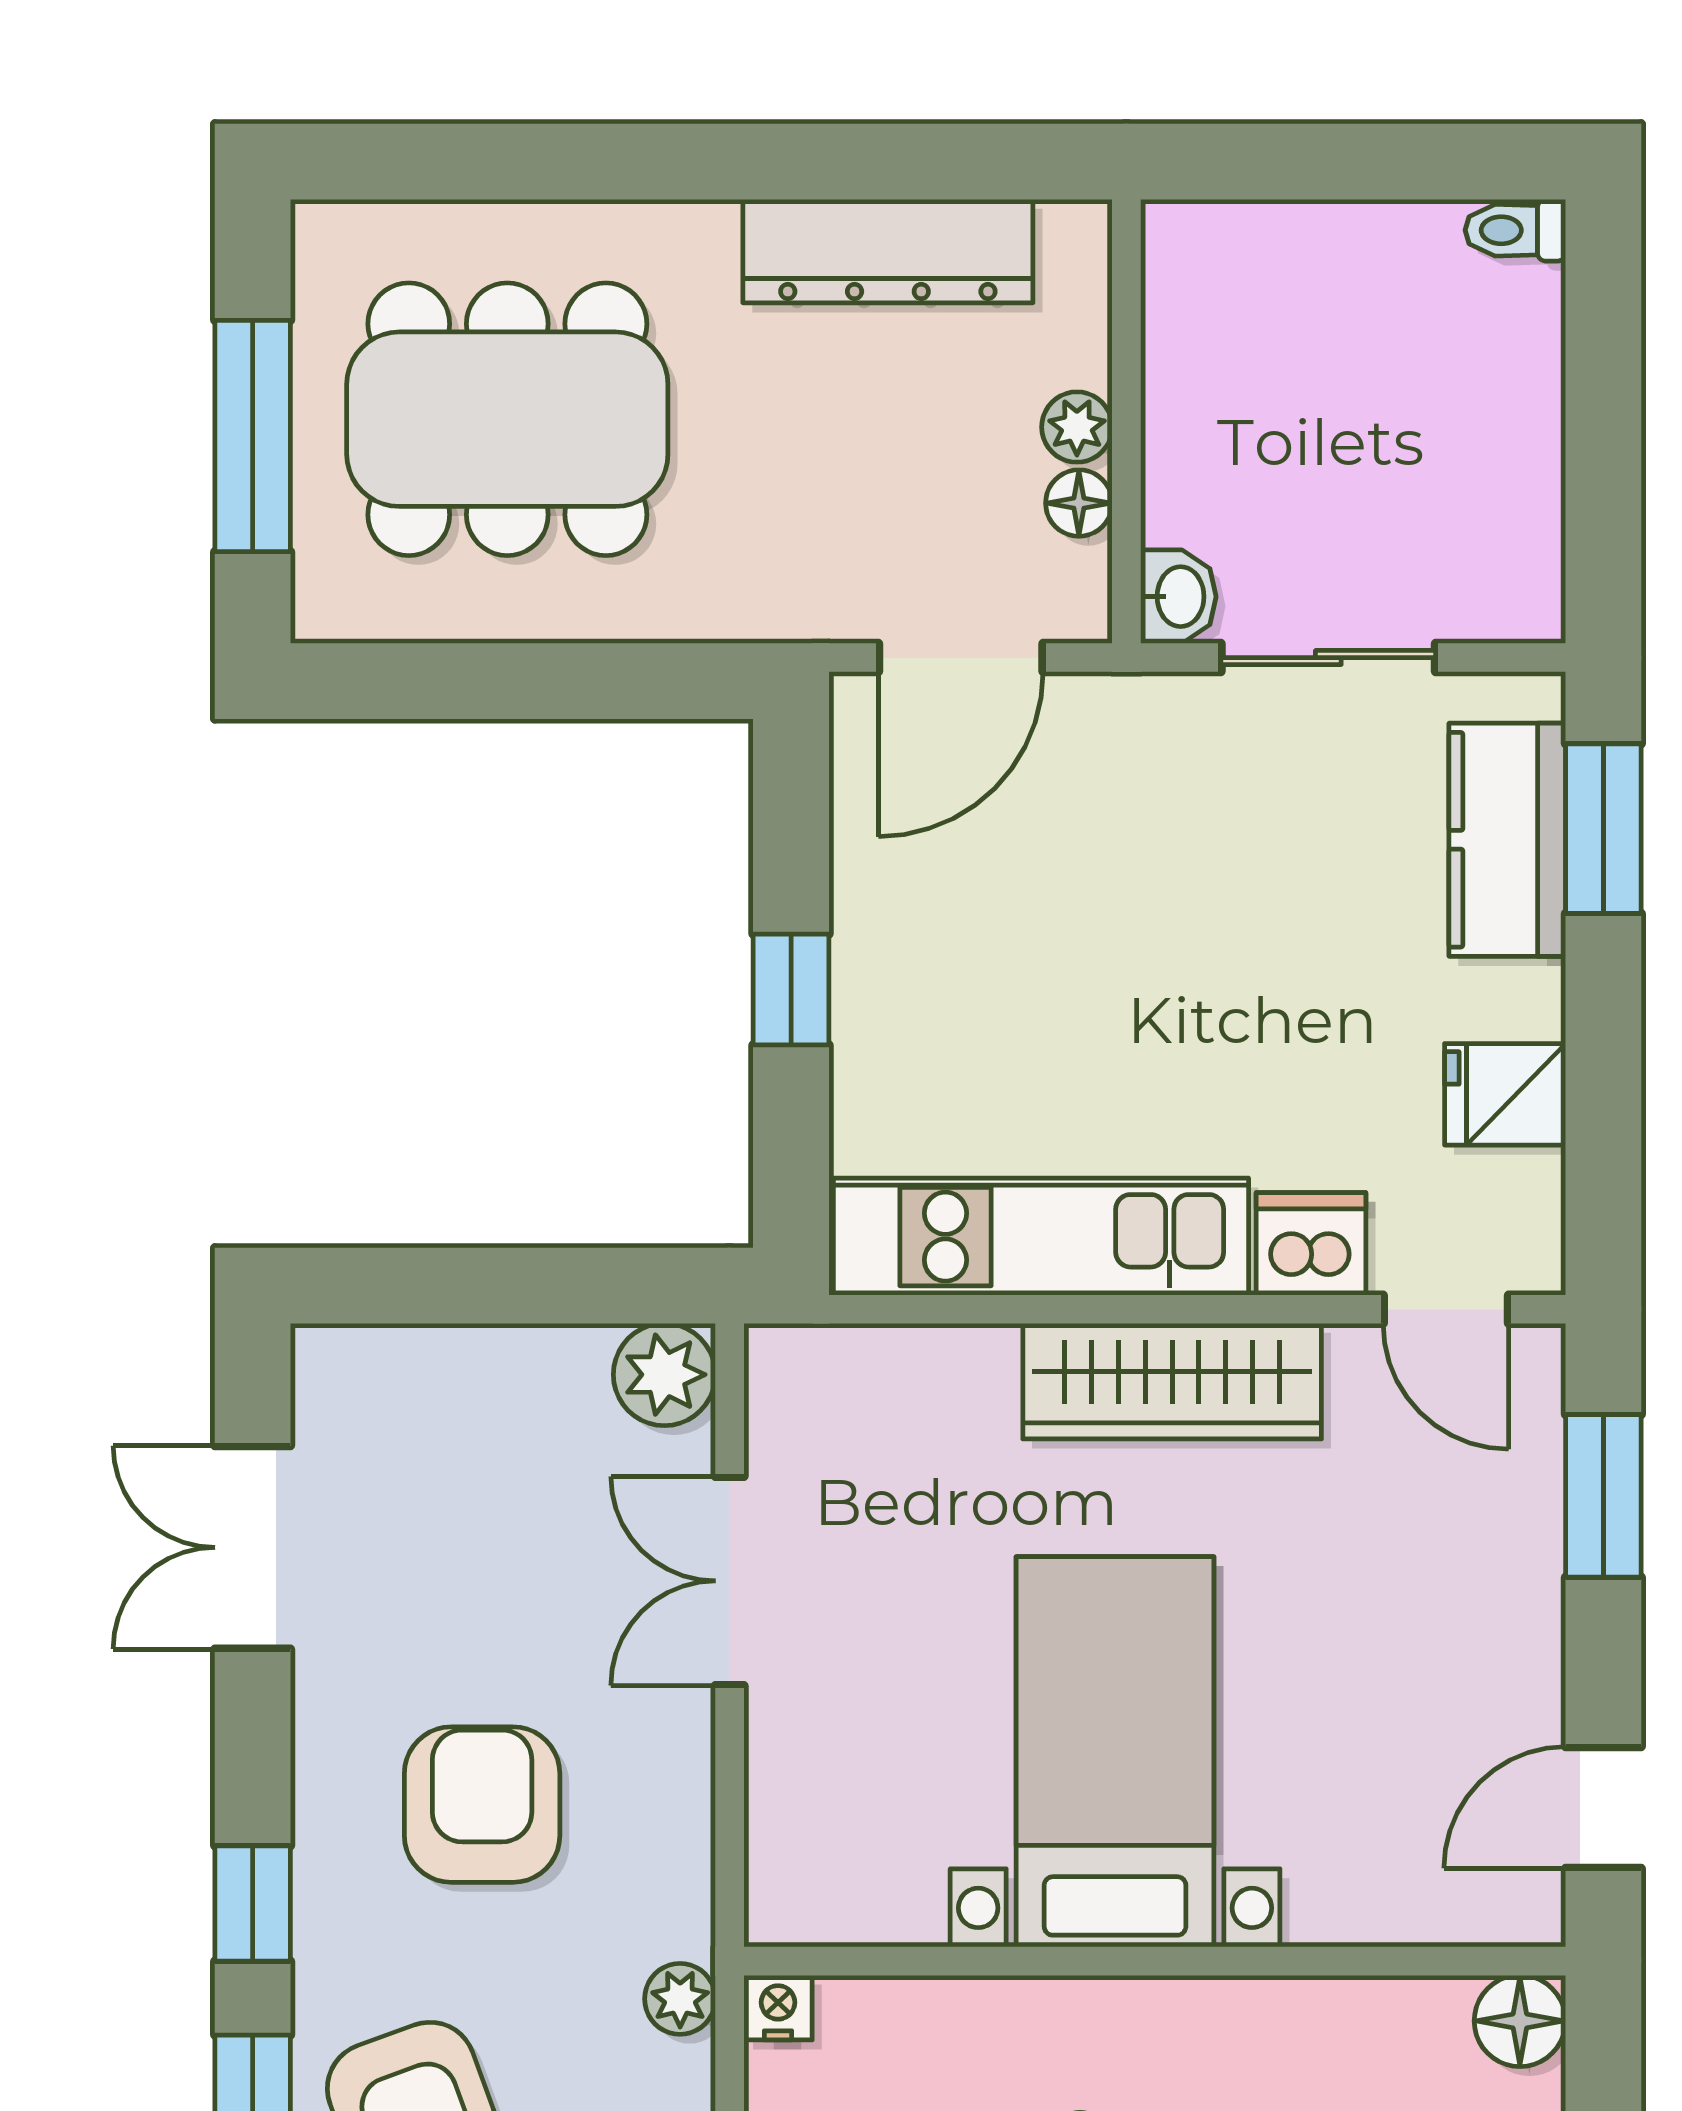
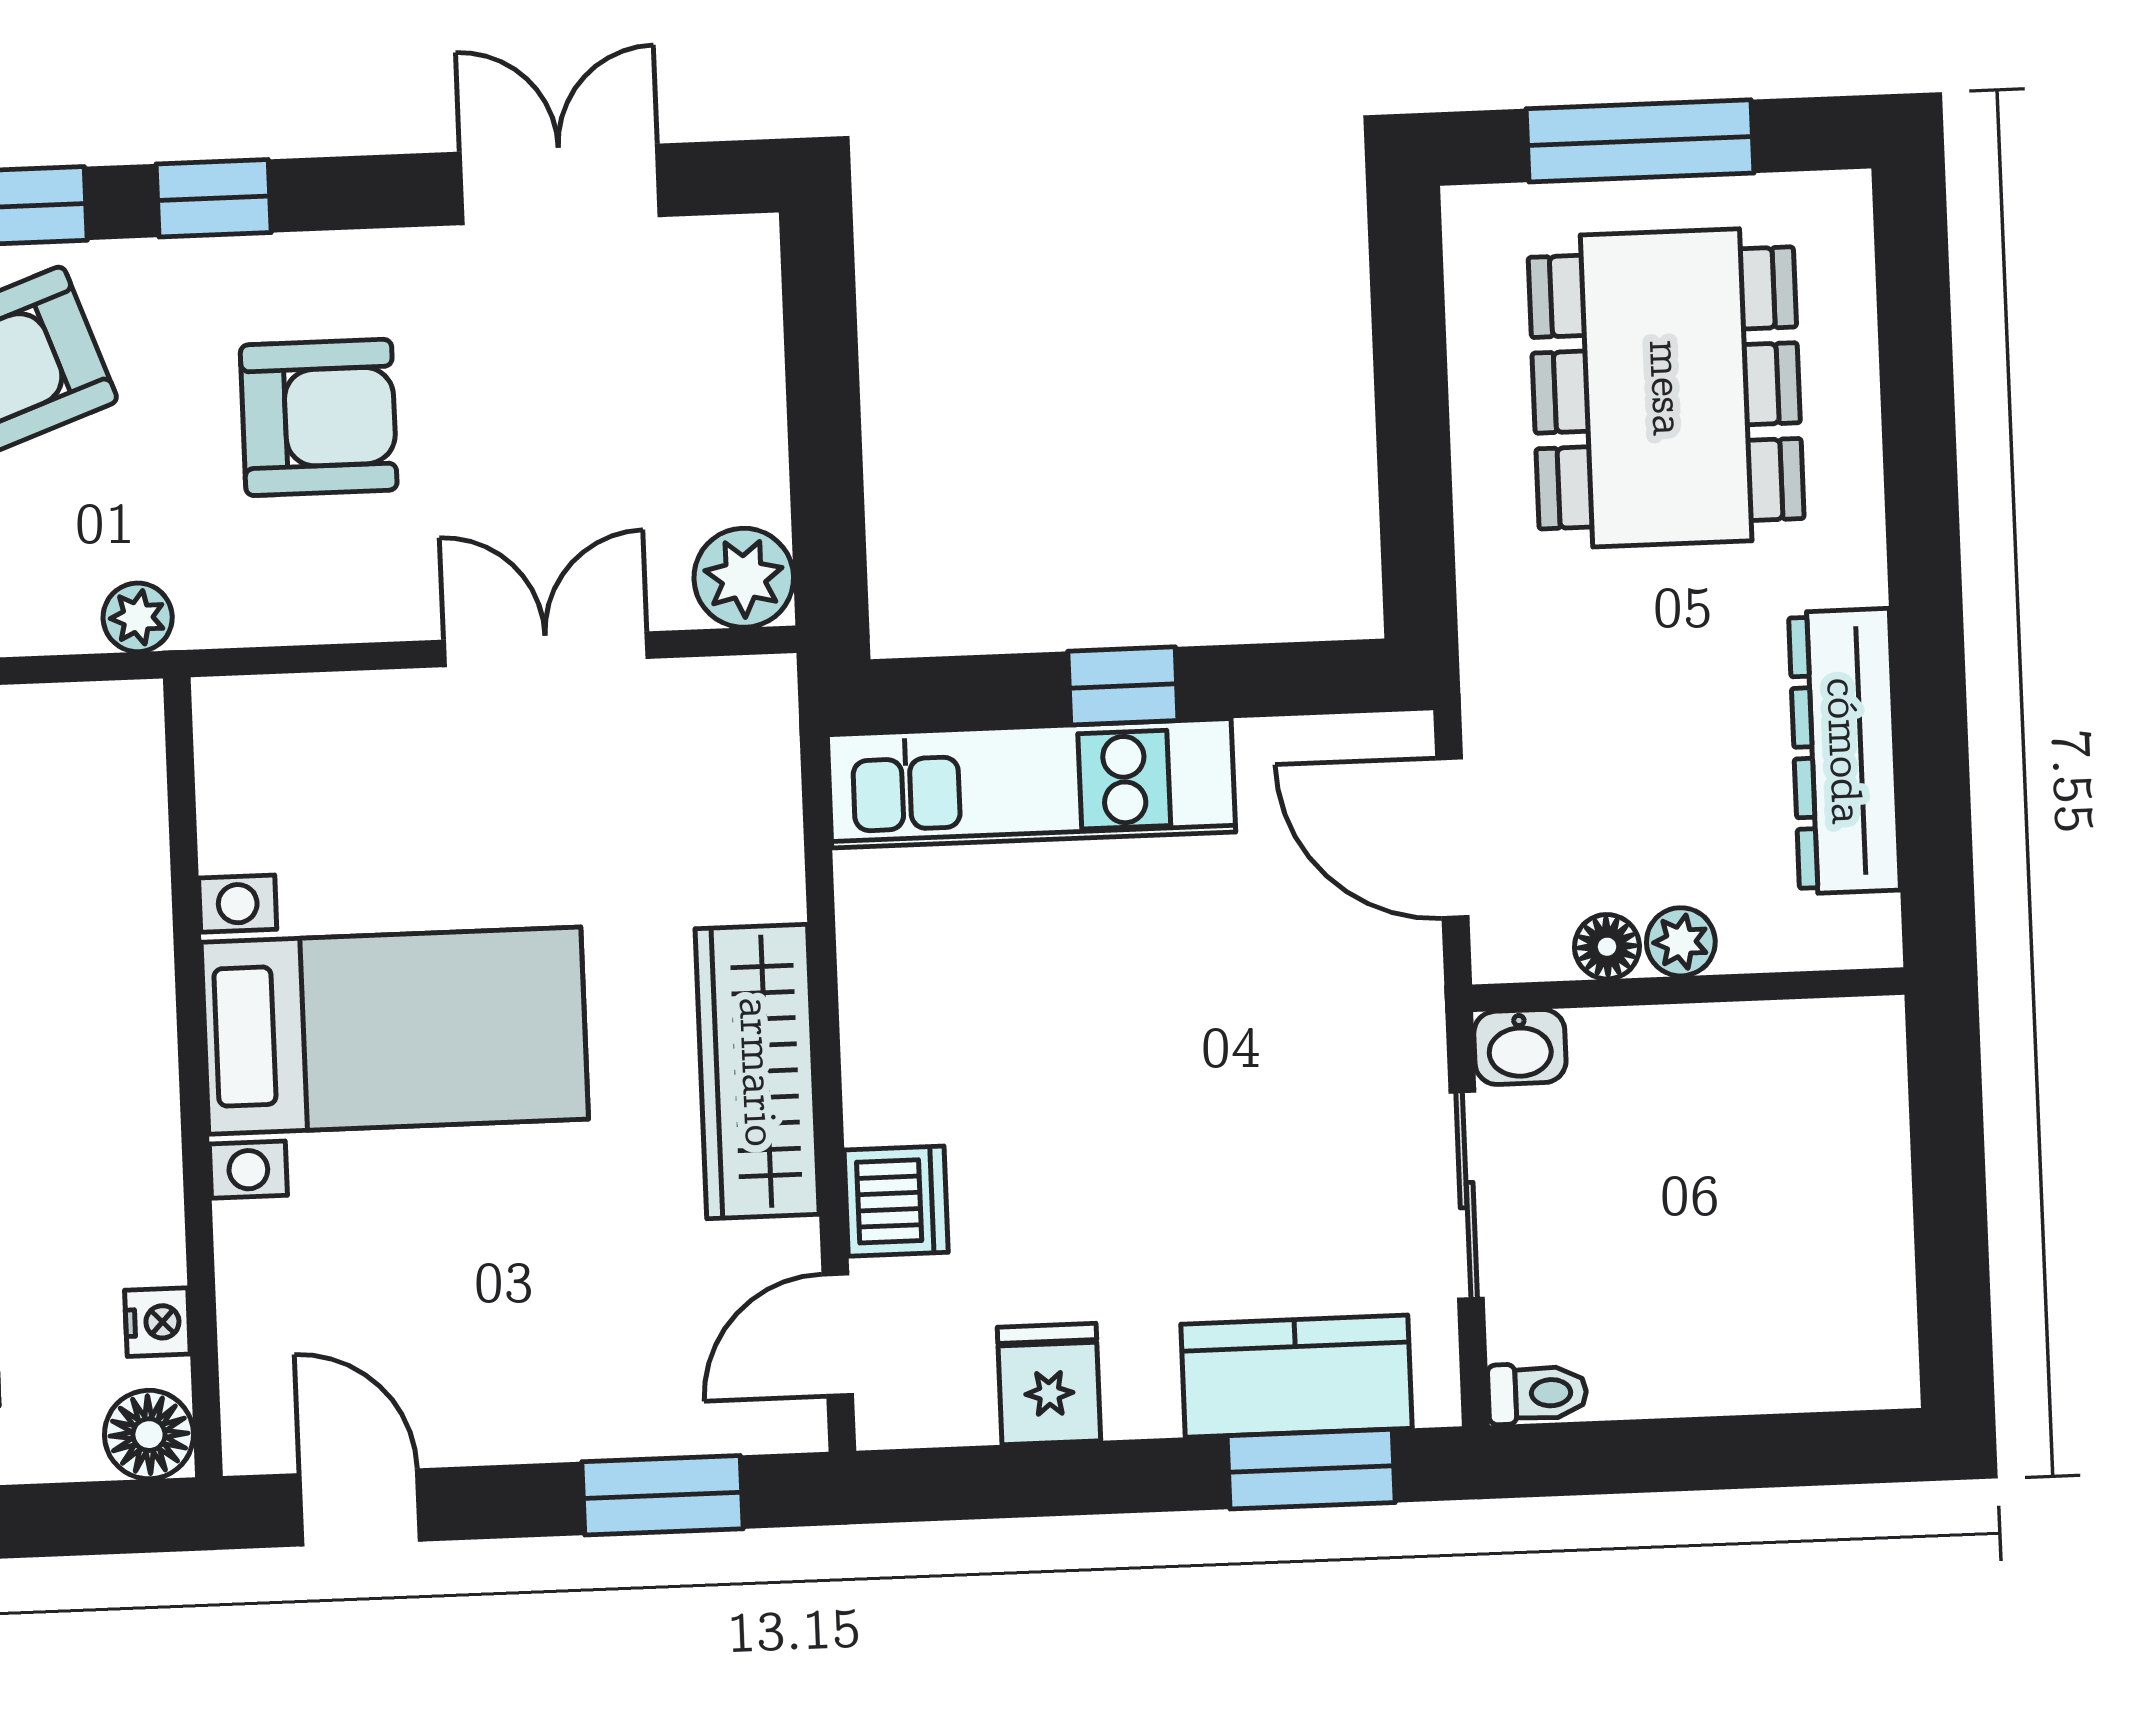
toilet: (1515, 230) -> (1537, 1393), moved, turned 90
kitchen unit: (1041, 1237) -> (1031, 783), moved, turned 90
nightstand: (778, 2008) -> (157, 1322), moved

